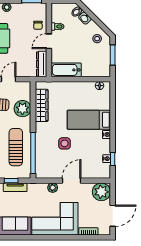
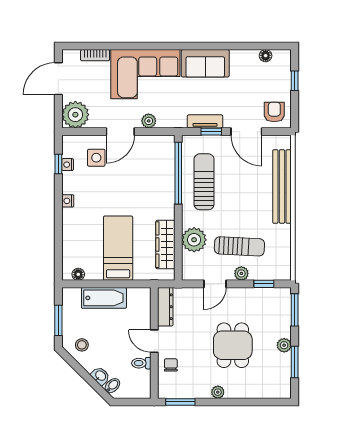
door: (49, 41) -> (154, 341), swing flipped
bathtub: (66, 70) -> (104, 298), moved
bed: (89, 120) -> (118, 248), moved, turned -90
side table: (64, 143) -> (96, 158), moved
sun lounger: (16, 147) -> (204, 182), turned 180

